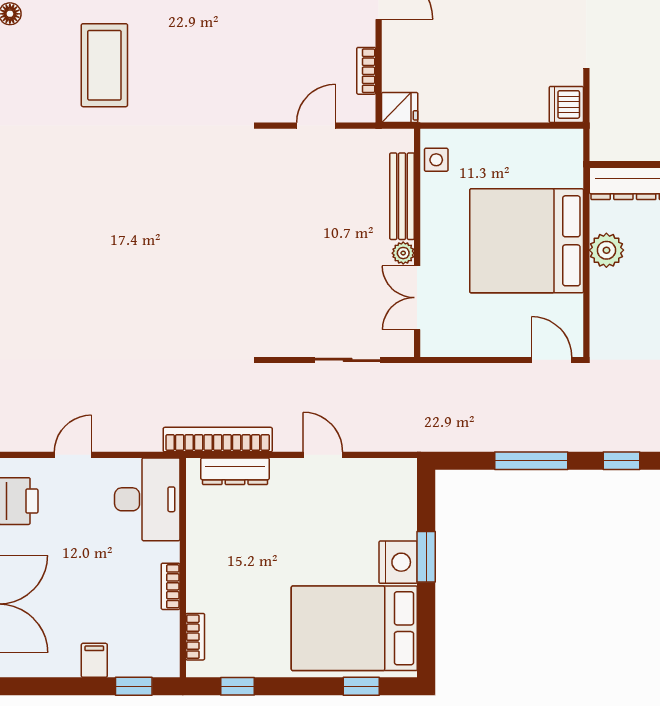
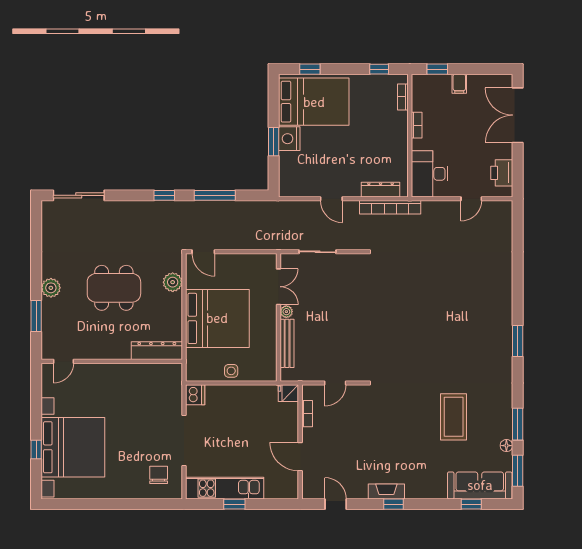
side table: (436, 160) -> (231, 371), moved
plant: (606, 250) -> (173, 282), moved

